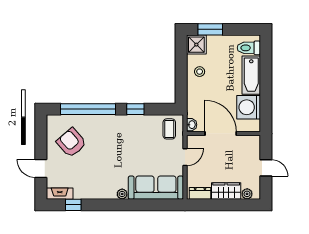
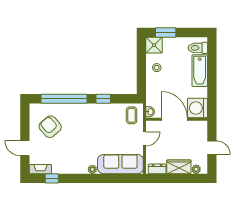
washing machine: (249, 107) -> (197, 108), moved

